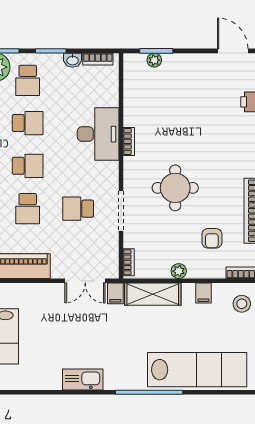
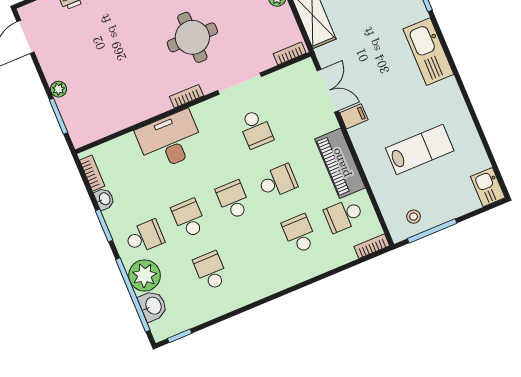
plant: (154, 60) -> (58, 89), moved
bookcase: (129, 141) -> (186, 96), moved
filing cabinet: (115, 293) -> (354, 116), moved
kitchen sink: (83, 379) -> (428, 52), width x1.36, depth x1.24

